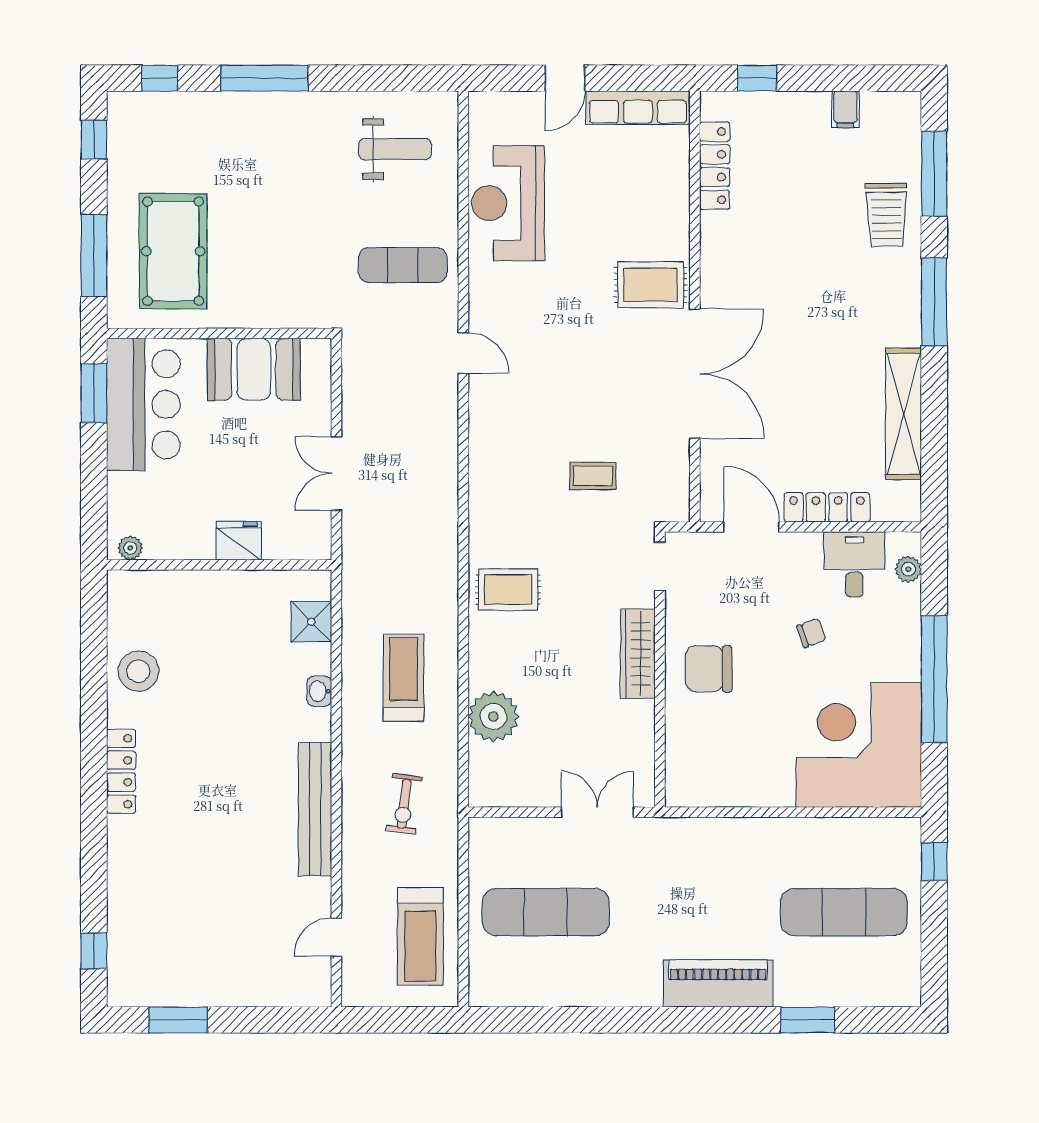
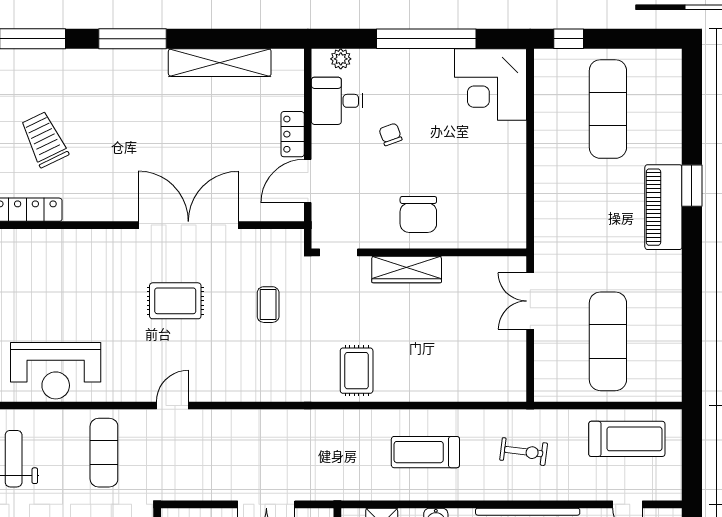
trolley: (887, 215) -> (44, 139), moved, turned -115
rug: (651, 285) -> (175, 301), moved, turned 90
locker: (827, 507) -> (293, 134), width x0.66
plant: (493, 716) -> (456, 382), removed
corner desk: (859, 745) -> (491, 84), width x0.74, depth x0.74
window: (808, 1020) -> (692, 186), moved

